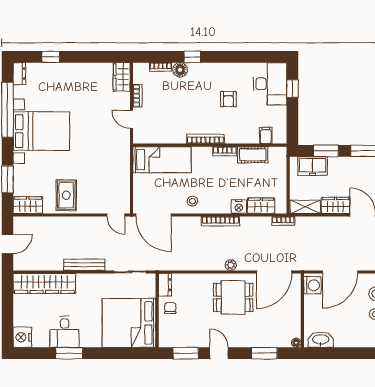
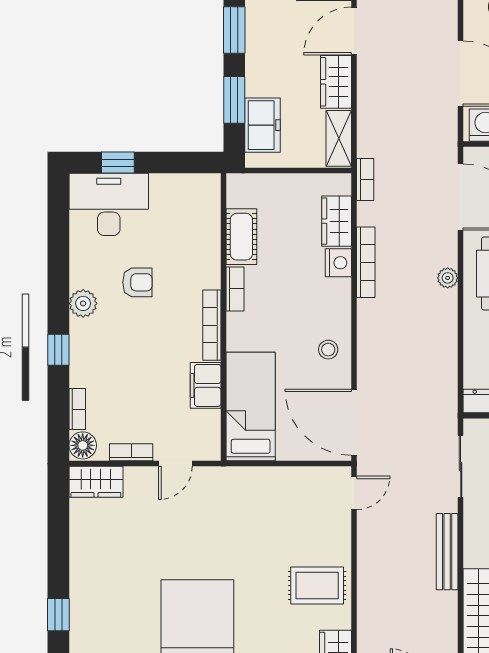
floor lamp: (180, 70) -> (83, 445), moved
plant: (217, 70) -> (83, 303), added
filing cabinet: (266, 136) -> (206, 385), moved, width x2.00
door: (154, 215) -> (354, 422), swing flipped
bookcase: (220, 221) -> (366, 262), moved

